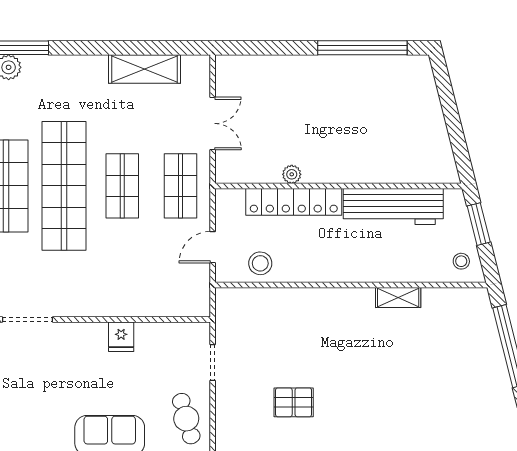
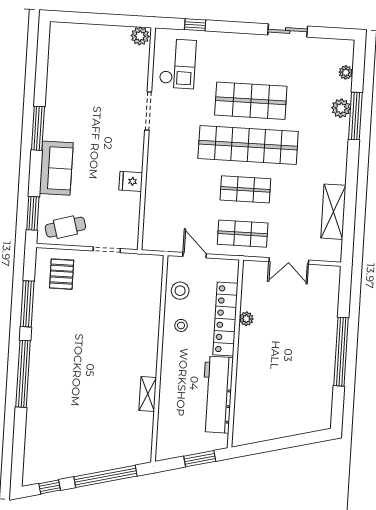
window: (362, 48) -> (341, 352), moved
stool: (461, 261) -> (181, 325), moved
pallet: (294, 402) -> (62, 274), moved

